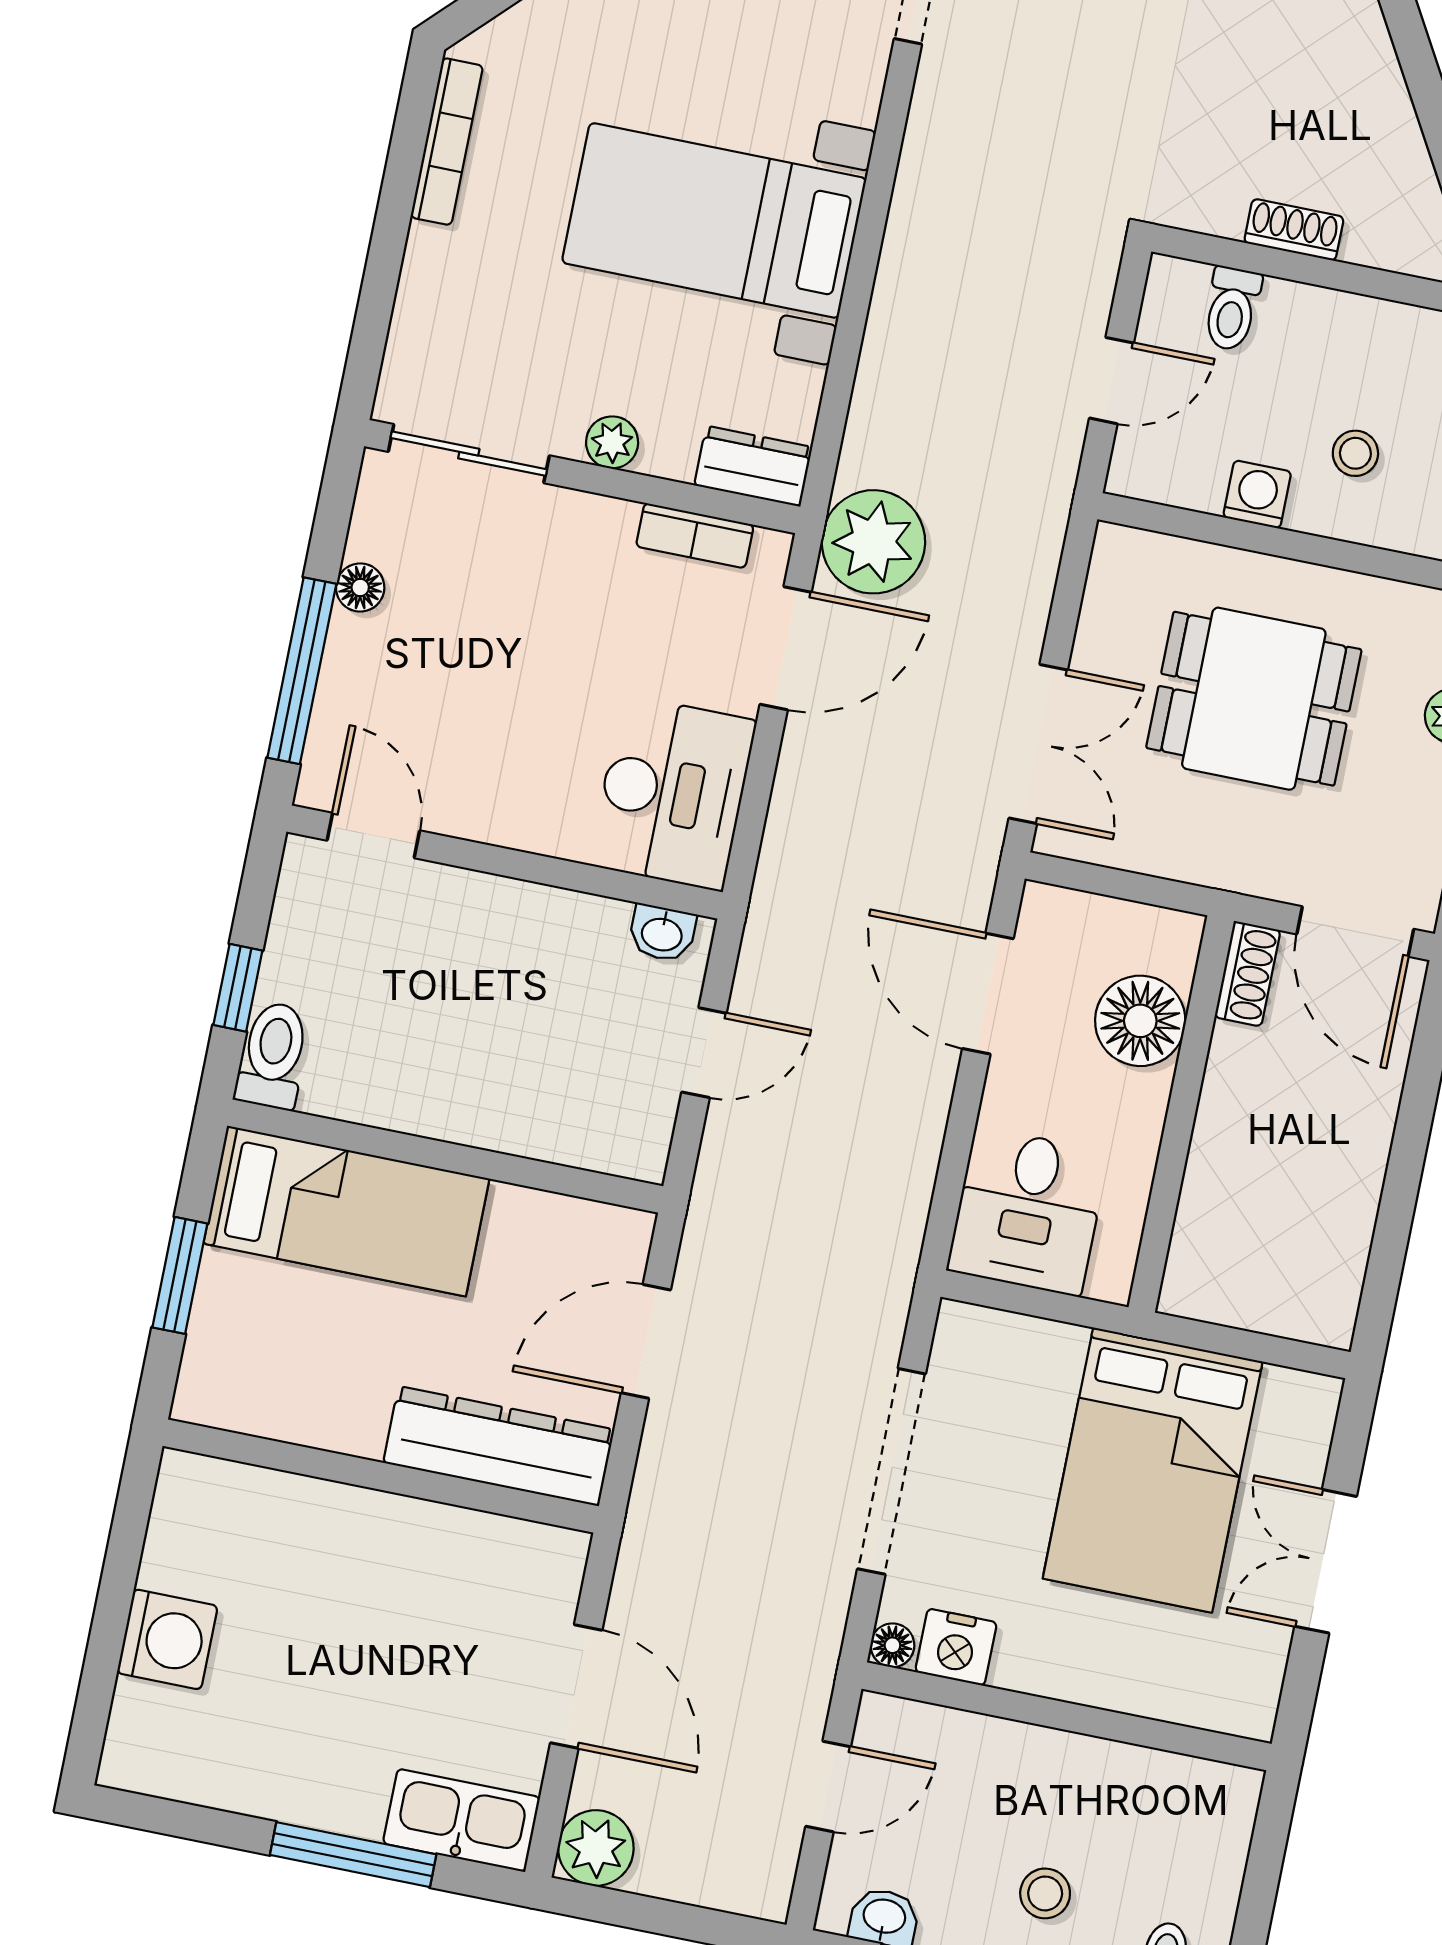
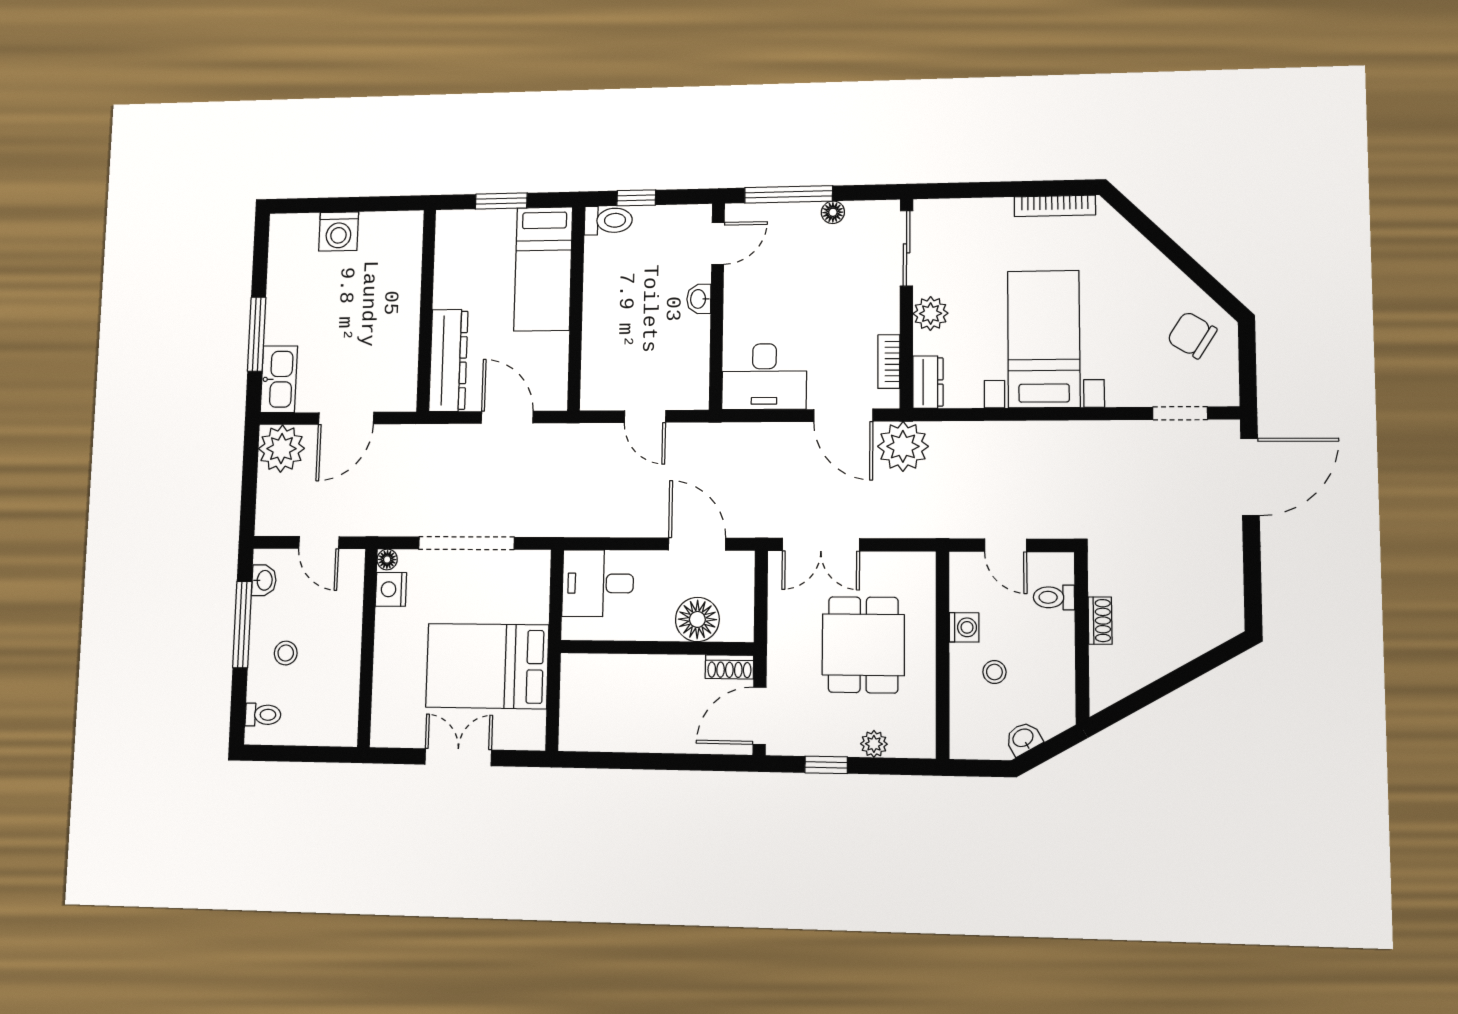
plant: (612, 442) -> (931, 313), width x1.38, depth x1.38
washbasin: (662, 933) -> (699, 299), moved
door: (988, 994) -> (697, 544), hinge flipped
plant: (596, 1848) -> (281, 449), width x1.36, depth x1.36

